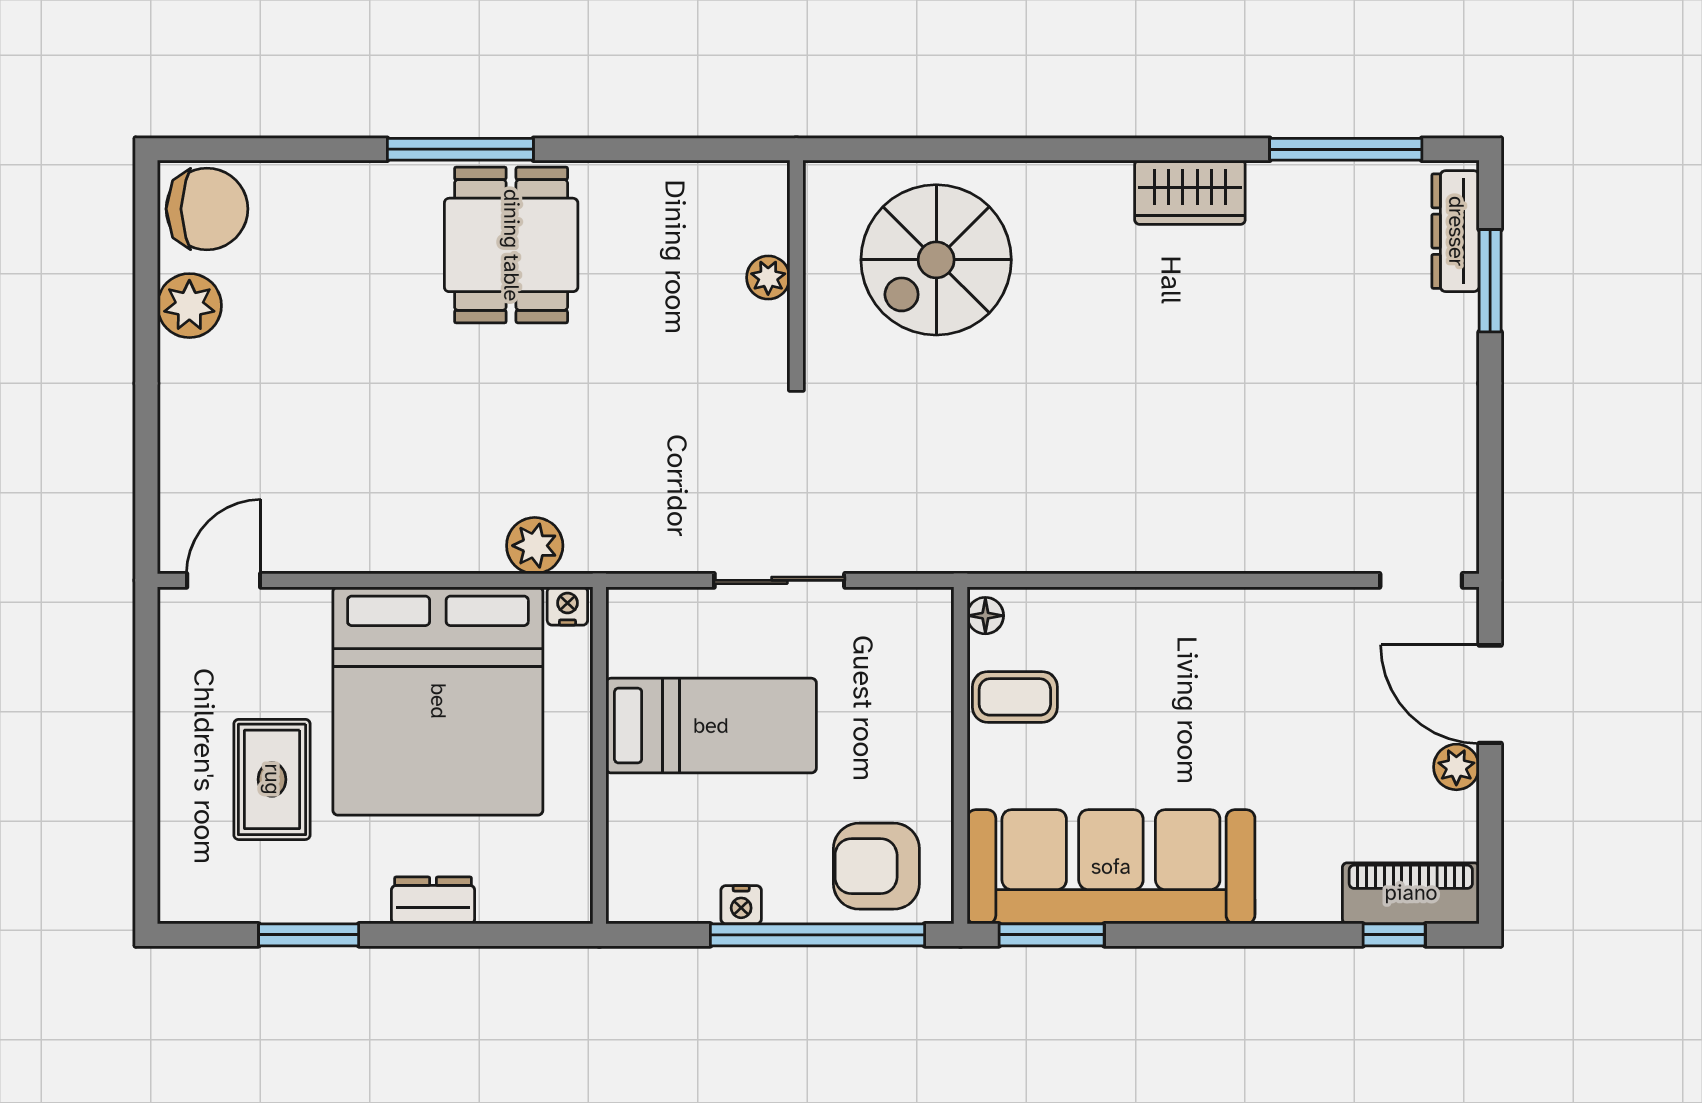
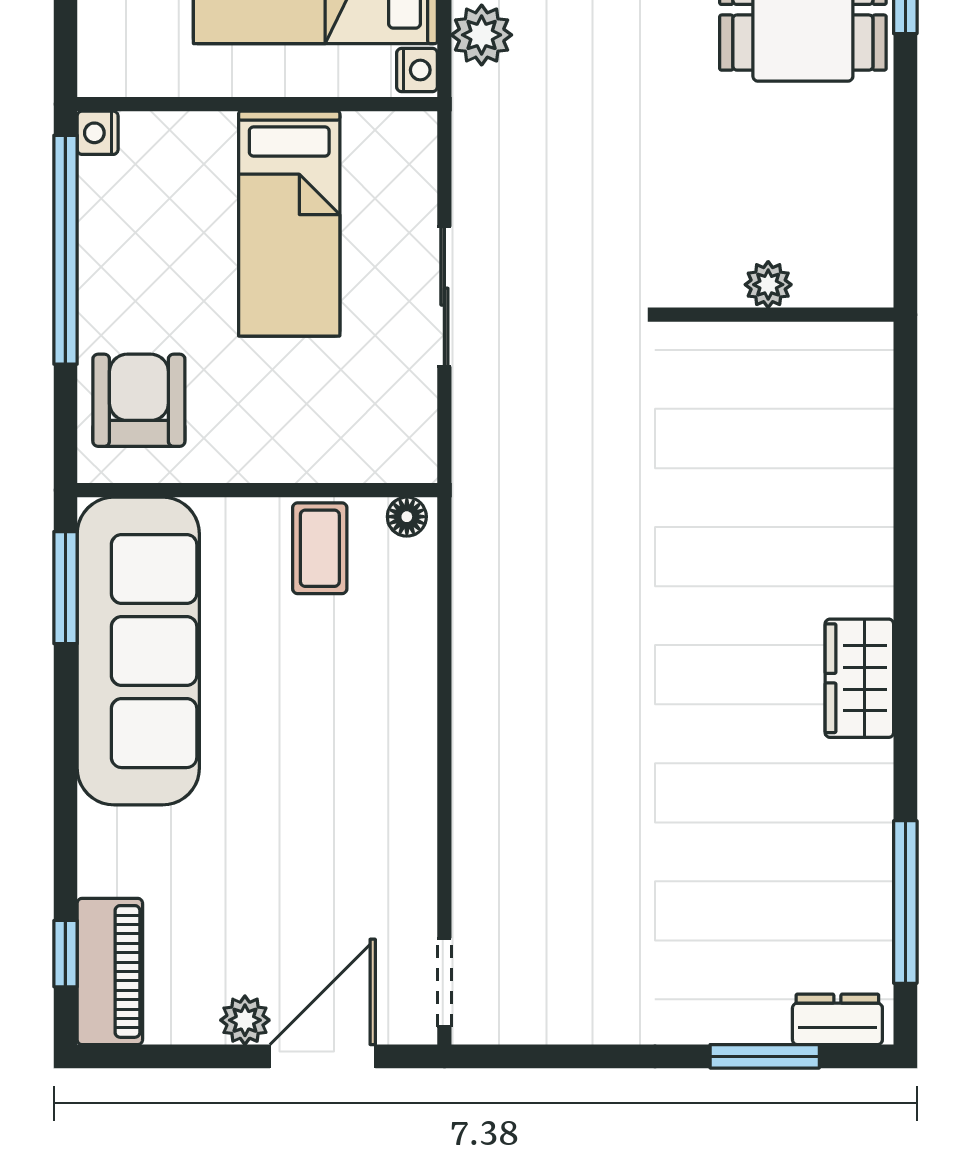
wardrobe: (1190, 192) -> (859, 678), moved
dresser: (1456, 231) -> (837, 1019), width x0.70
spiral stairs: (936, 260) -> (787, 464), removed
nightstand: (741, 905) -> (98, 133), moved
window: (818, 935) -> (65, 250), moved

